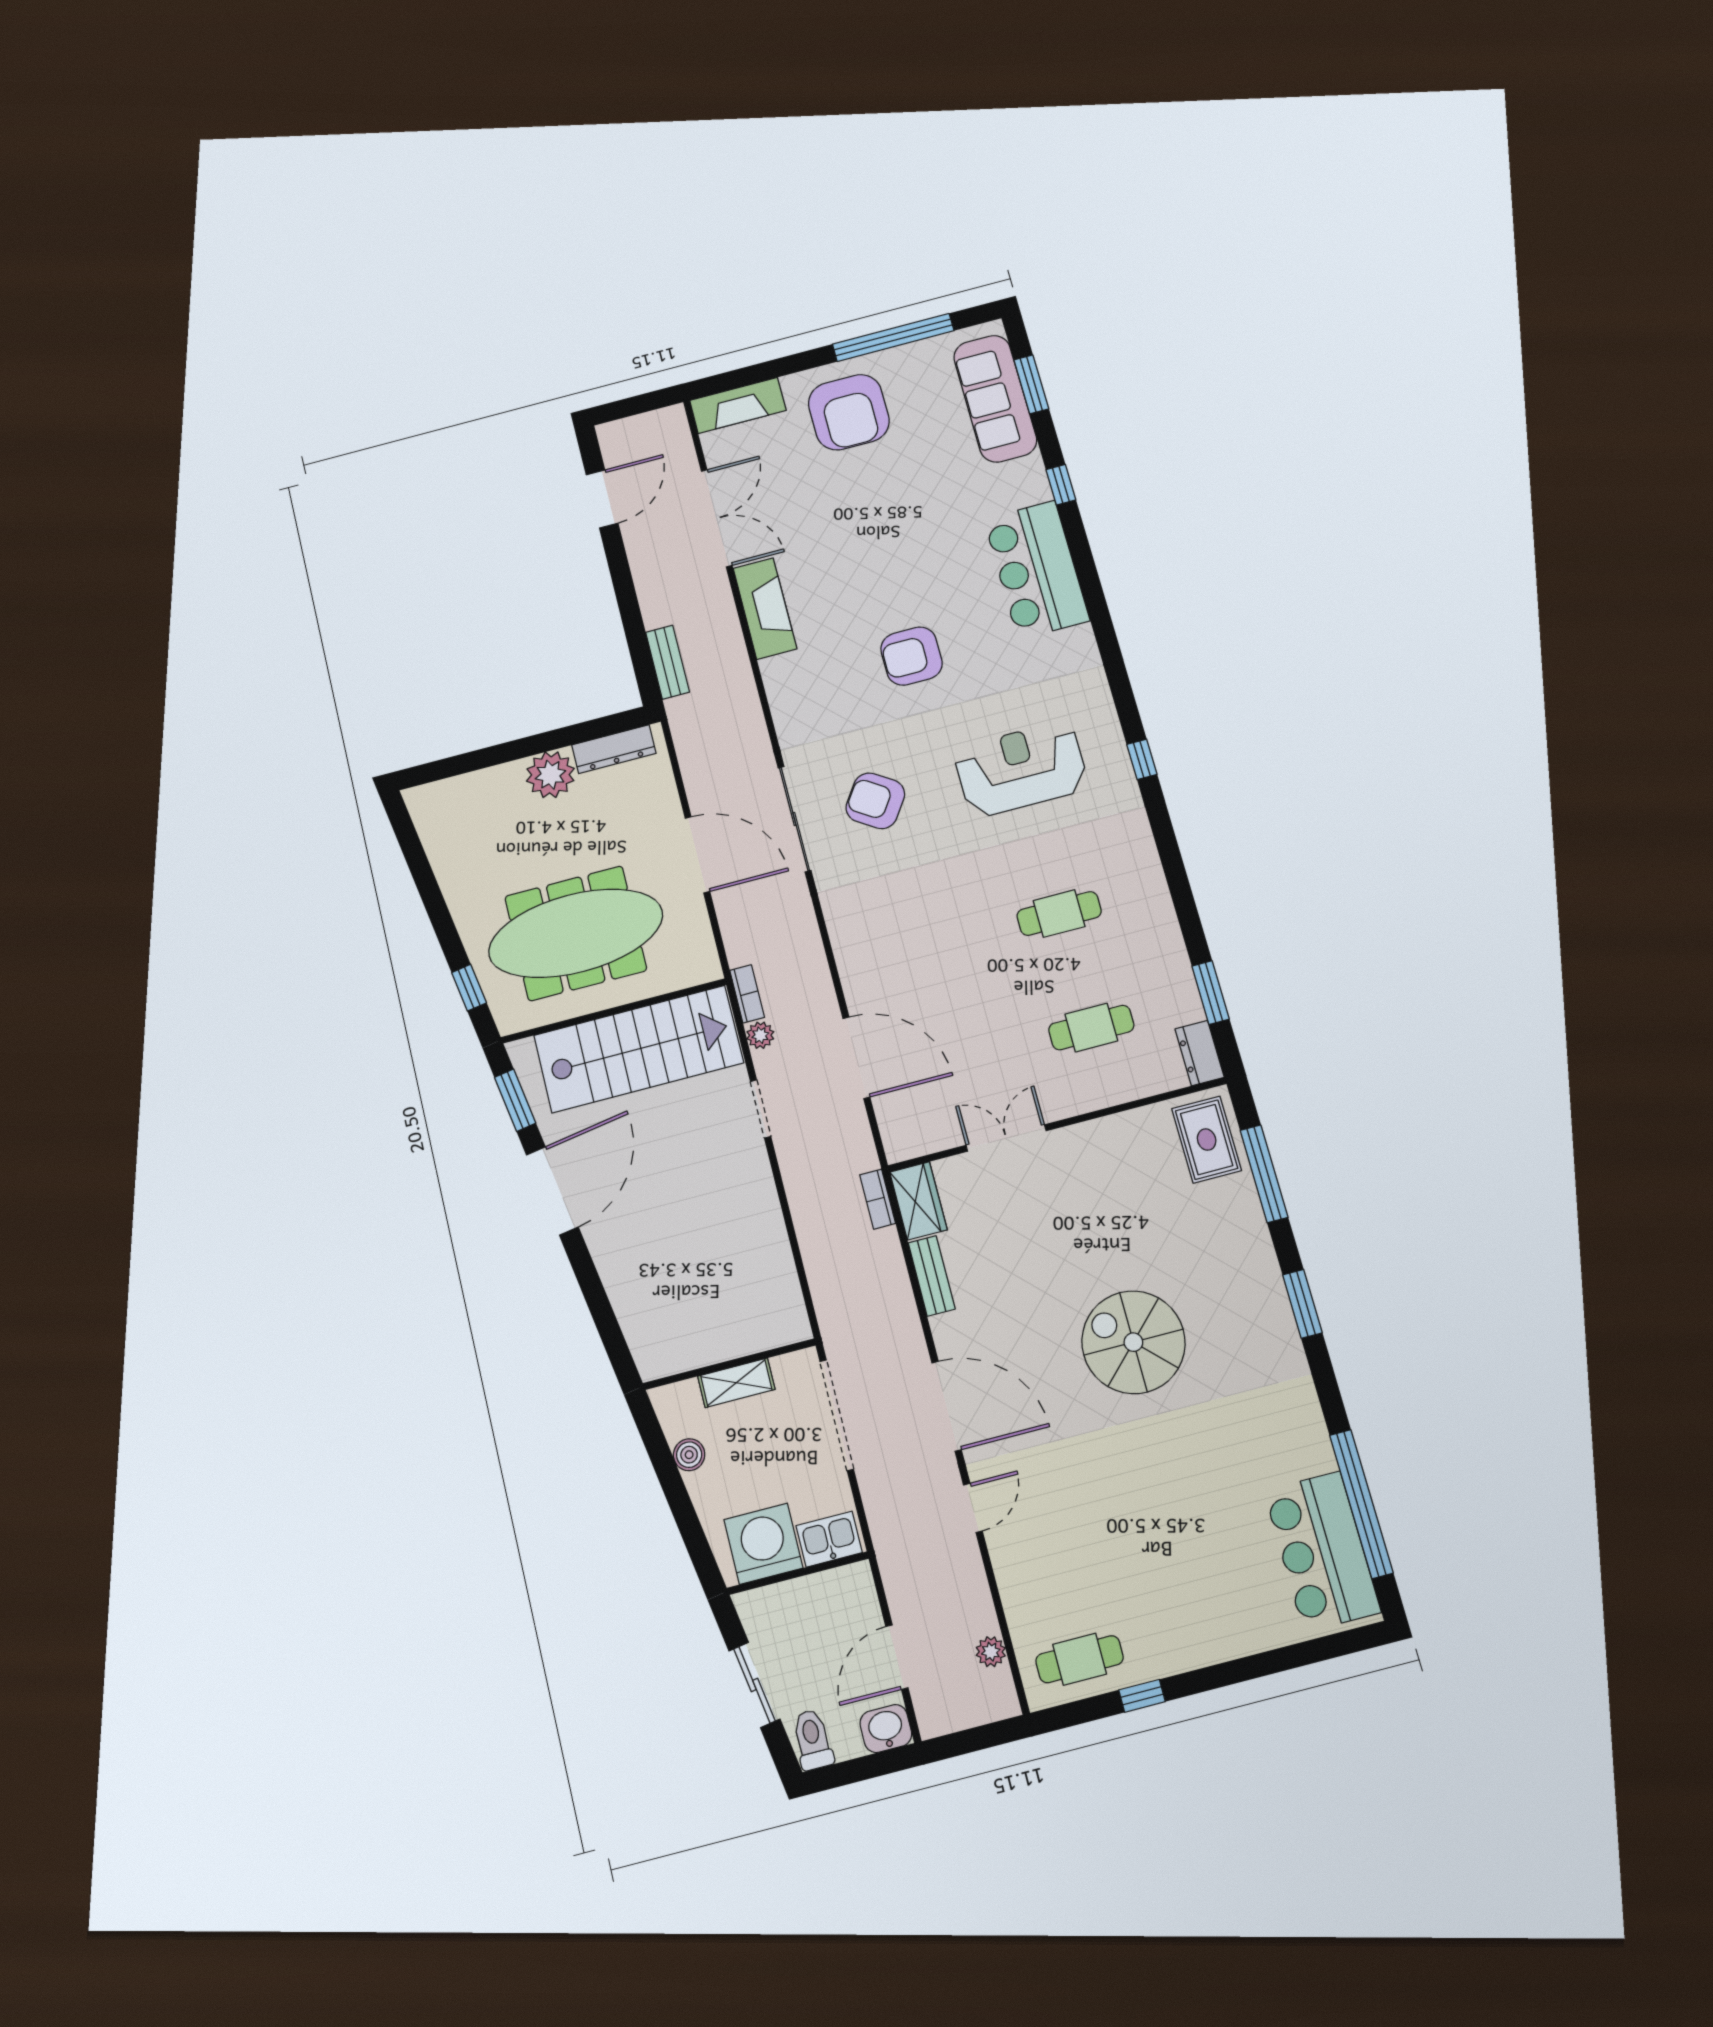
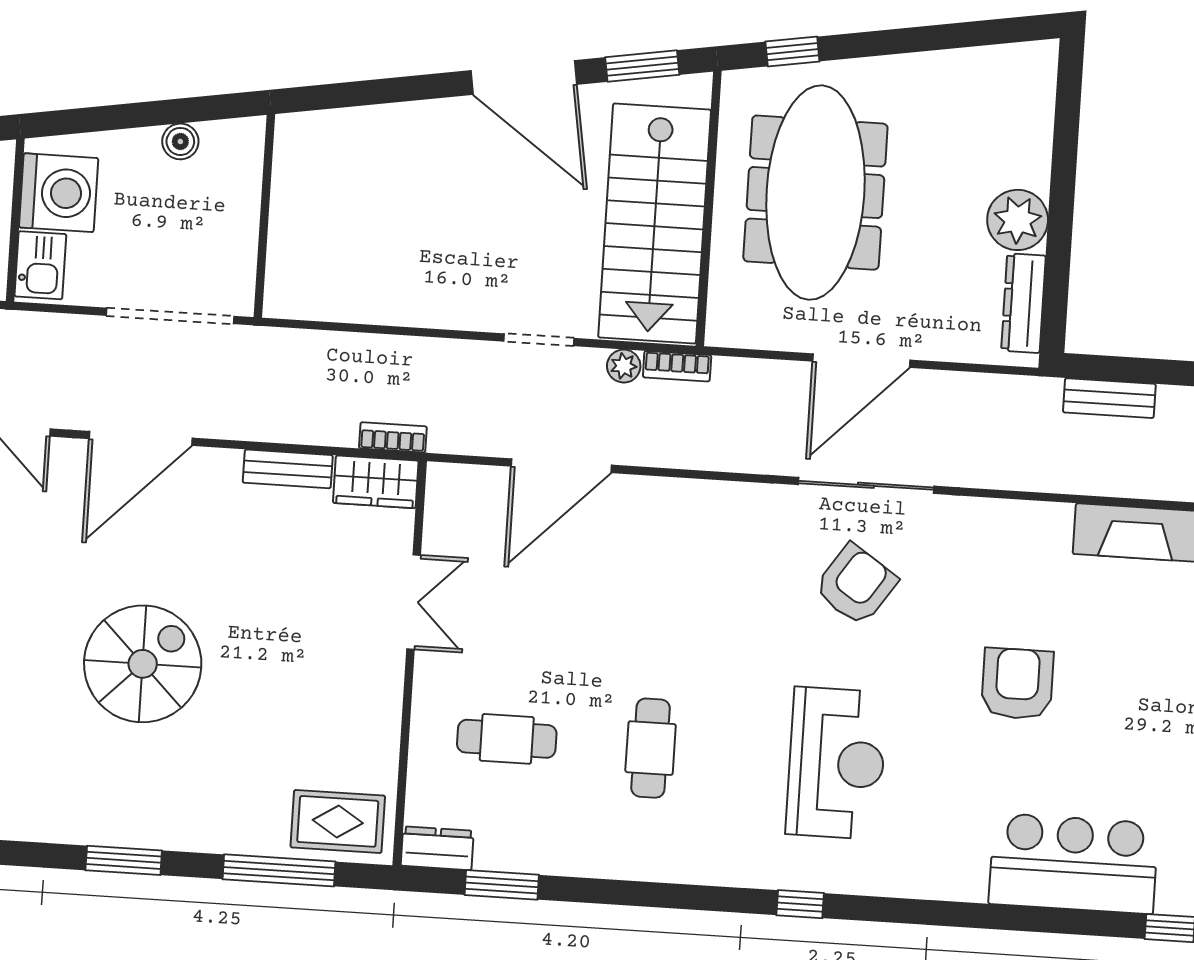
cafe table: (1091, 1028) -> (507, 739), turned 90
shelving: (736, 1383) -> (241, 217), removed

